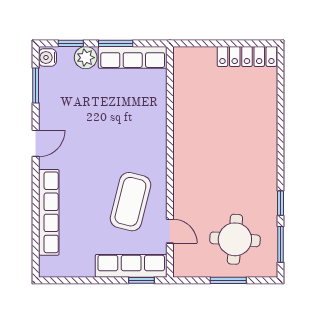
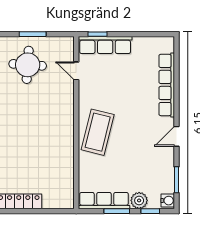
coffee table: (130, 202) -> (98, 132), moved

